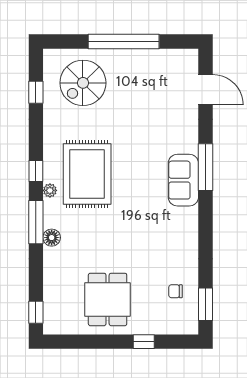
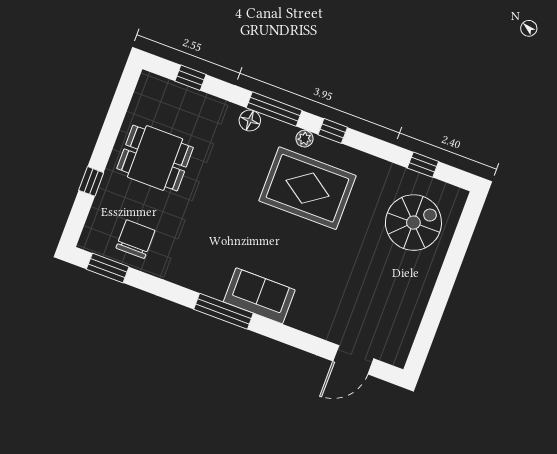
window: (124, 41) -> (443, 287), removed
spiral stairs: (83, 83) -> (413, 223), turned 90
window: (205, 167) -> (223, 311), moved
chair: (175, 291) -> (135, 239), width x1.87, depth x1.87
window: (36, 312) -> (191, 78), moved

